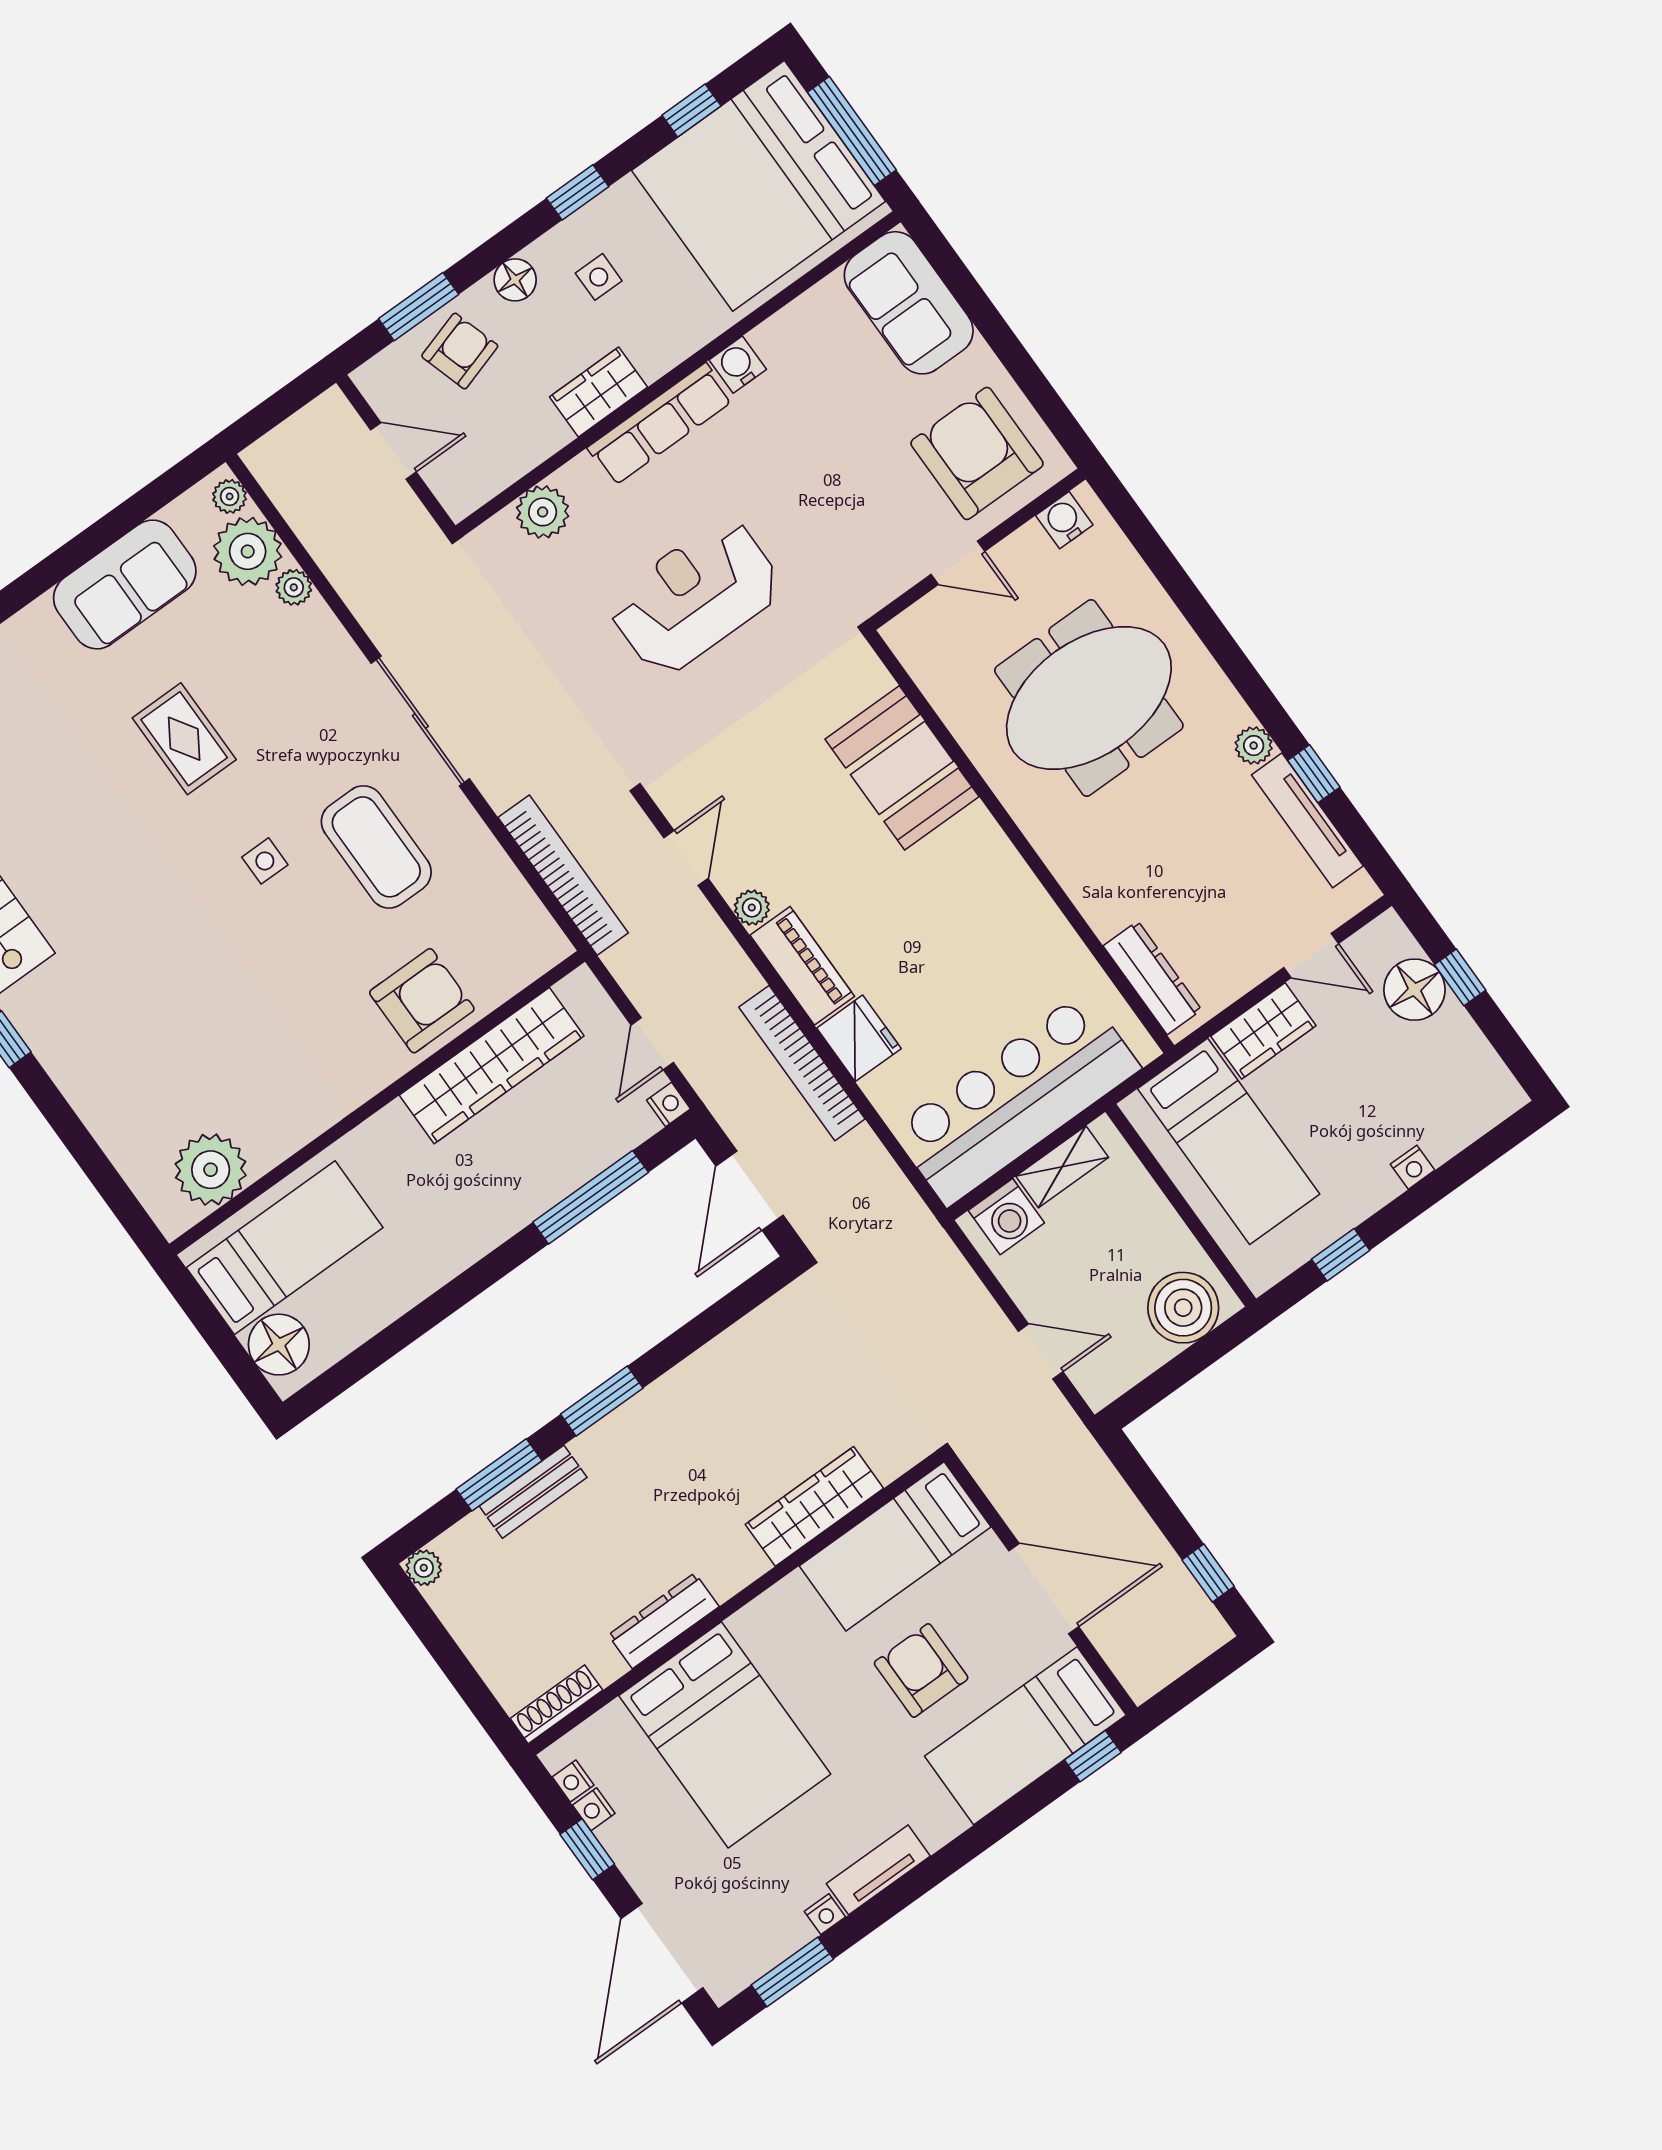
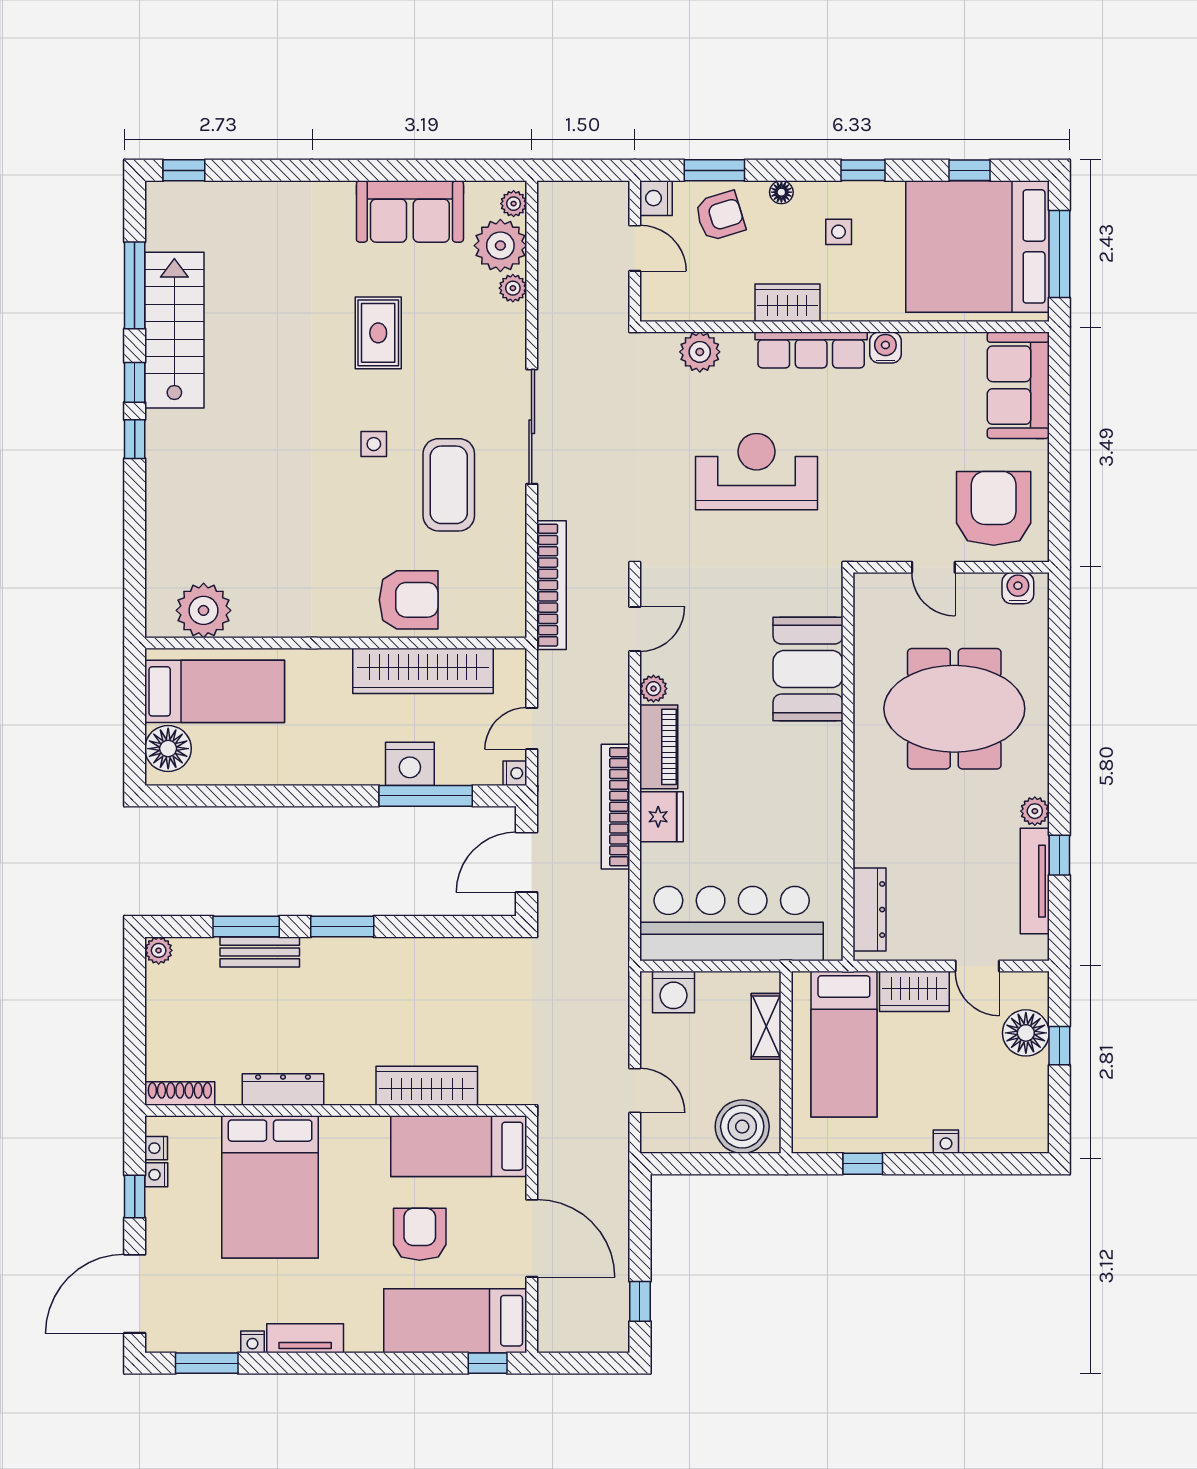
floor lamp: (515, 280) -> (781, 192), width x0.73, depth x0.73
nightstand: (378, 381) -> (656, 198), added
shelving: (1062, 1167) -> (766, 1026), moved, turned 90
nightstand: (549, 1175) -> (410, 764), added

